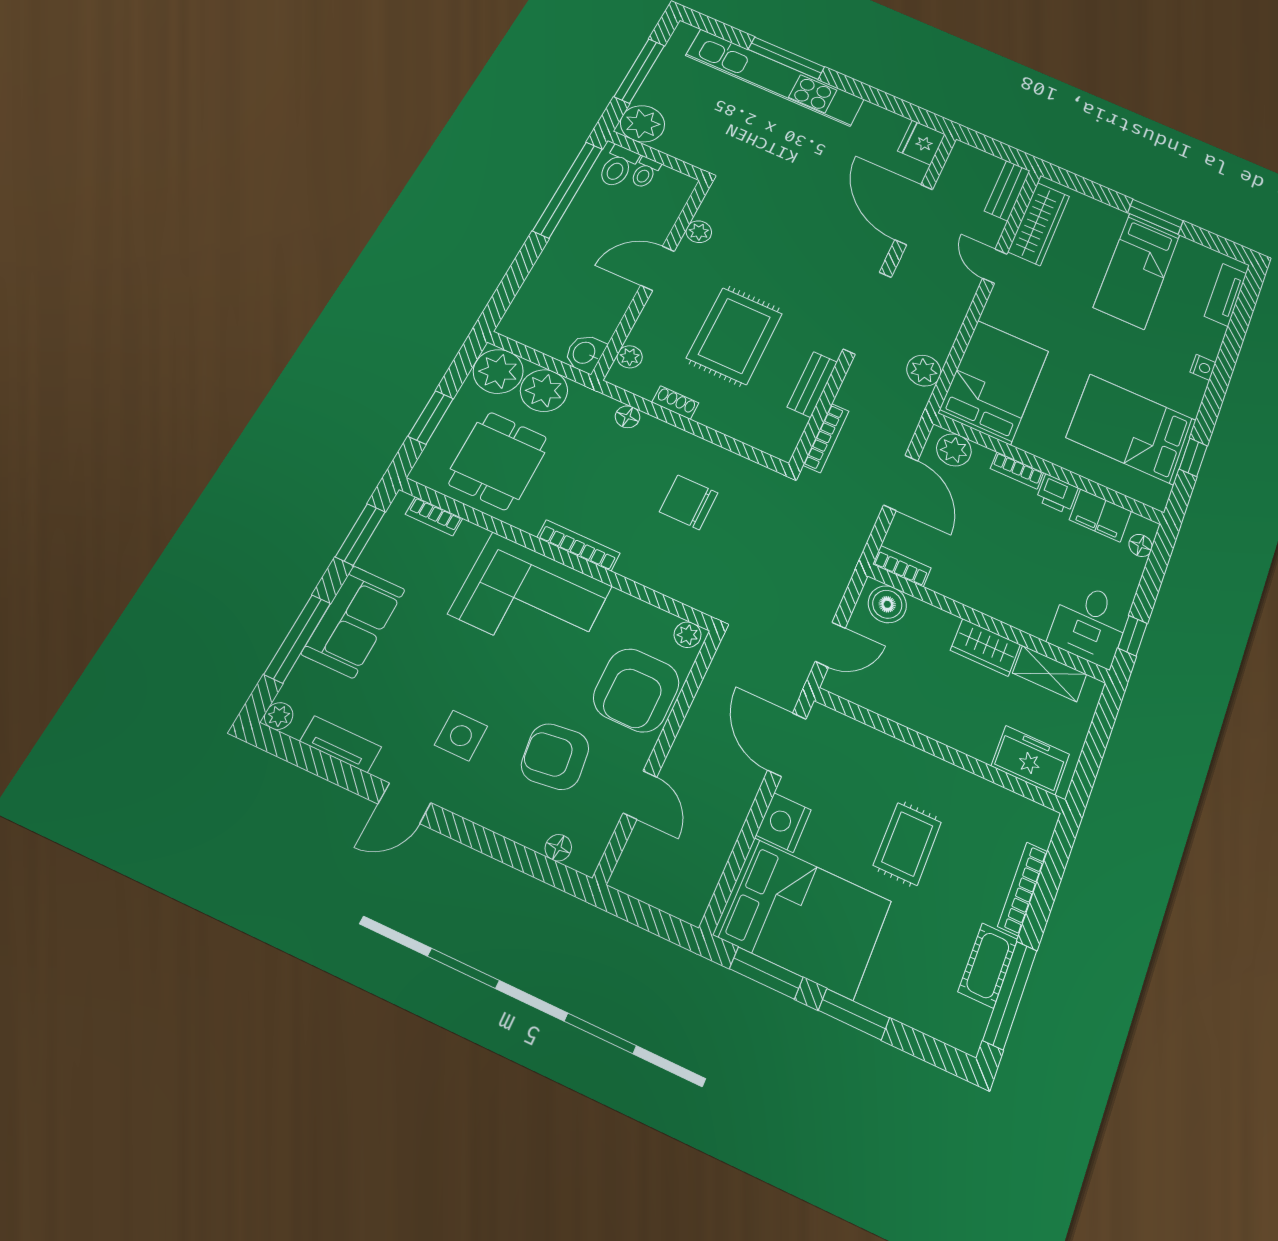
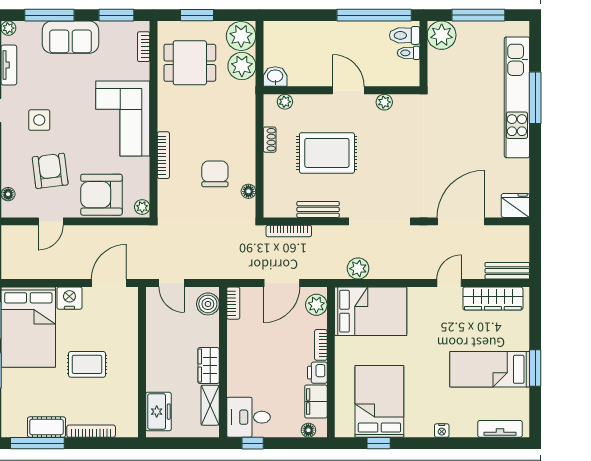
floor lamp: (628, 417) -> (248, 191), moved
bookcase: (579, 545) -> (163, 155), moved

